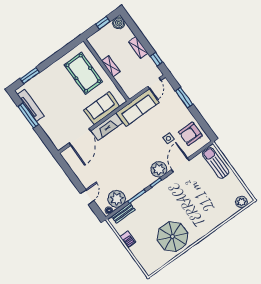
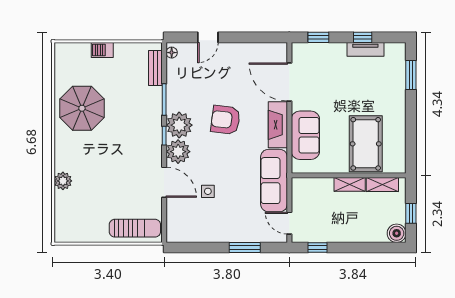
shelving: (138, 47) -> (382, 185), moved
pool table: (83, 73) -> (366, 144), turned 90
tv unit: (31, 105) -> (365, 49), width x0.71
window: (28, 115) -> (363, 37), width x0.46
armchair: (190, 134) -> (225, 120), moved, turned -83
window: (45, 139) -> (318, 37), added
door: (87, 197) -> (208, 37), hinge flipped
plant: (117, 199) -> (179, 125), moved
plant: (242, 202) -> (63, 181), moved
barbecue: (128, 239) -> (102, 50), moved

